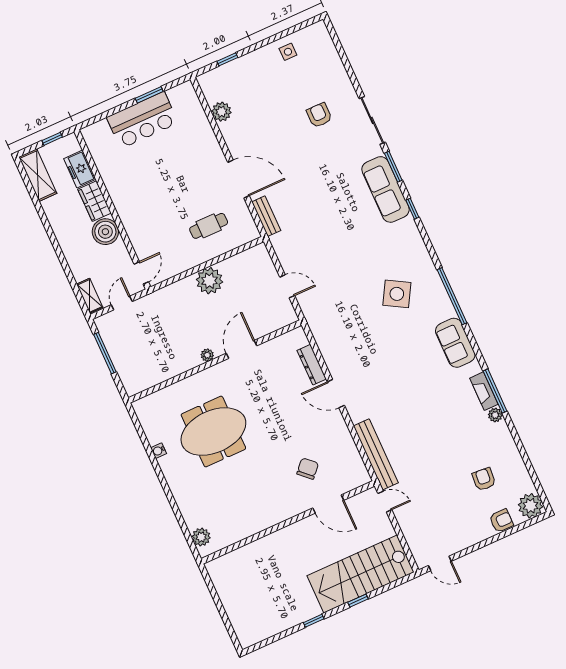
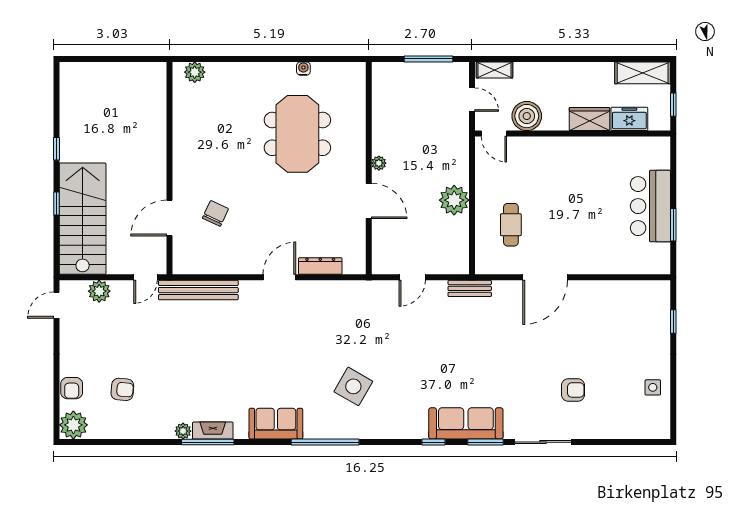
plant: (222, 112) -> (99, 291), moved
bench: (266, 216) -> (470, 288), moved
boiler: (105, 232) -> (527, 116), moved
chair: (308, 469) -> (215, 213), turned -108

